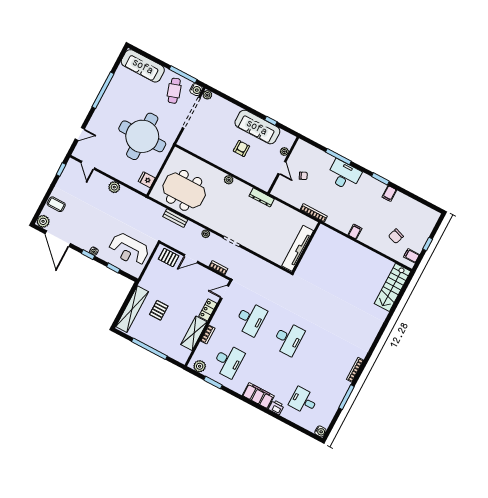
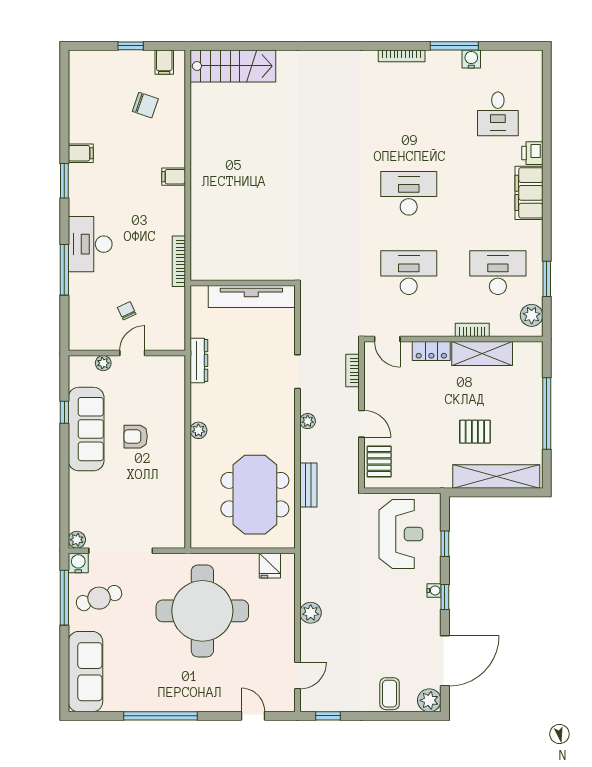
tv unit: (298, 248) -> (251, 296), moved
wall: (306, 248) -> (243, 283), moved
water cooler: (320, 431) -> (471, 59), moved

